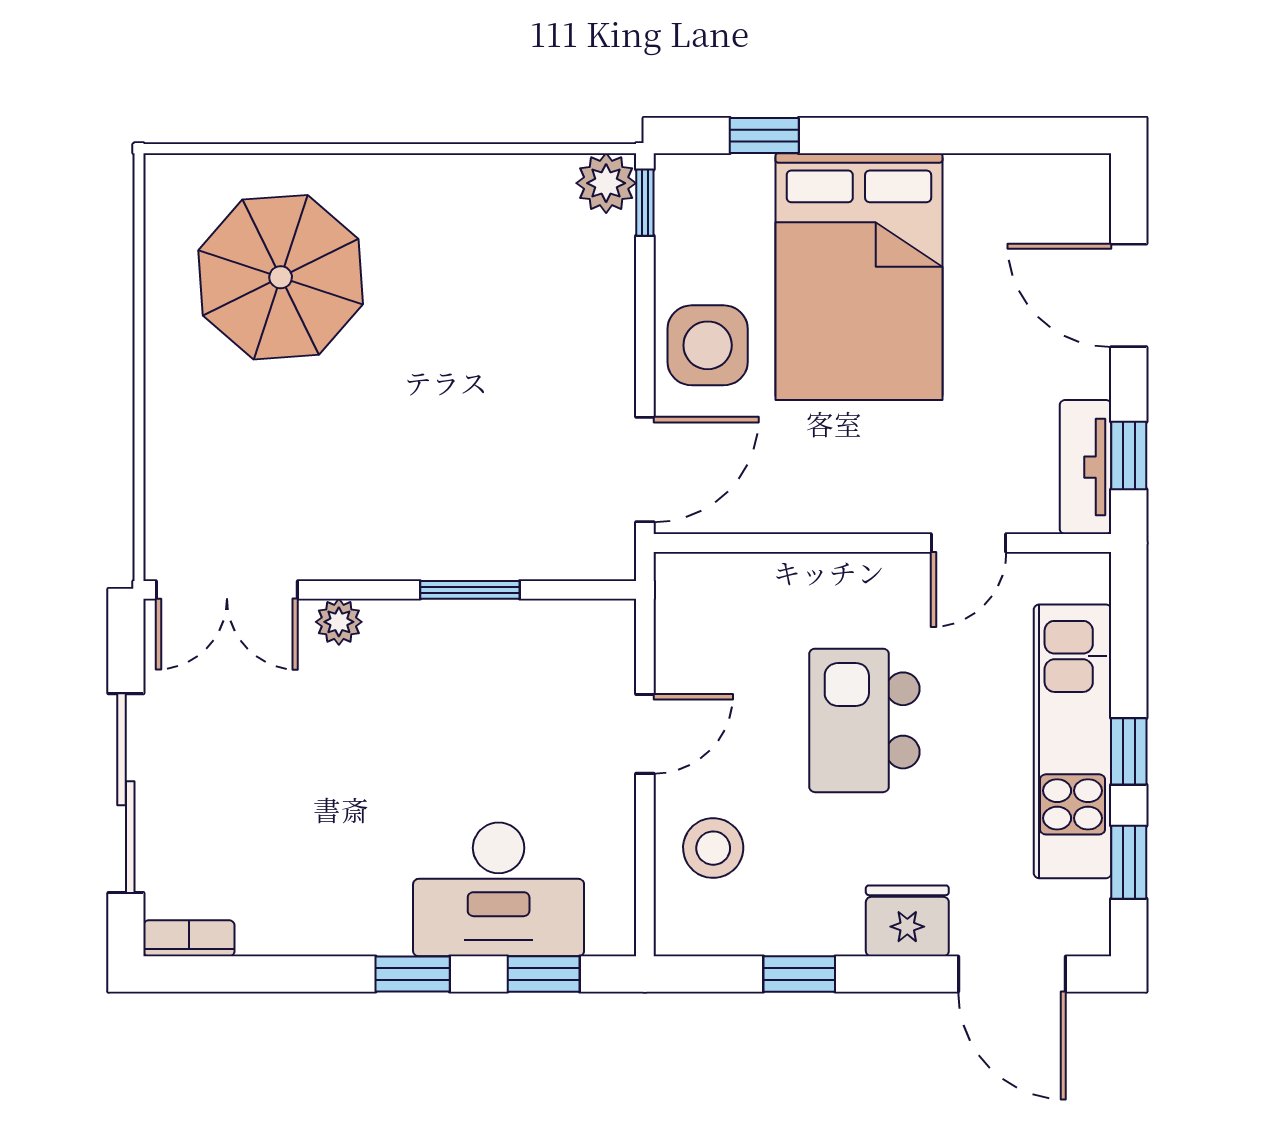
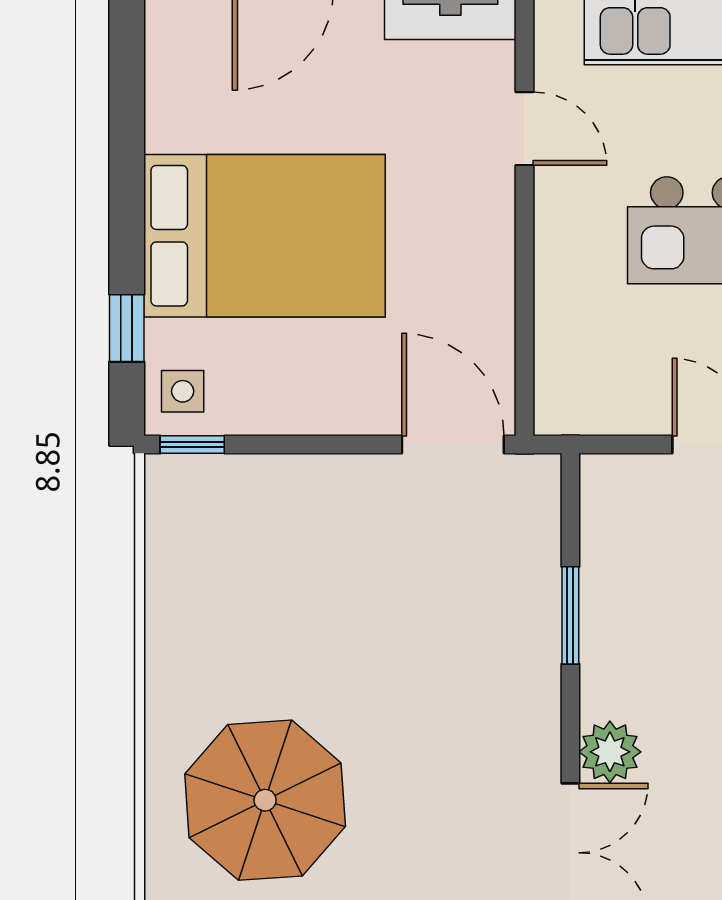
plant: (606, 183) -> (173, 482), removed
side table: (708, 345) -> (183, 391), moved, width x0.54, depth x0.54
plant: (339, 622) -> (610, 752), width x1.38, depth x1.38

